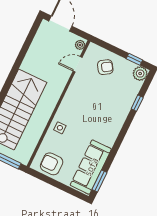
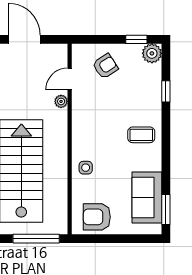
plant: (80, 45) -> (61, 101), moved
coffee table: (107, 124) -> (141, 135), added
sofa: (91, 167) -> (147, 198), width x0.73

